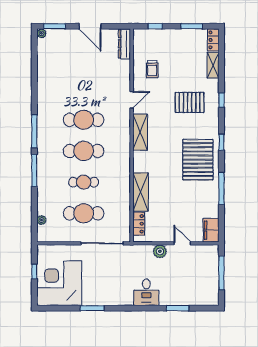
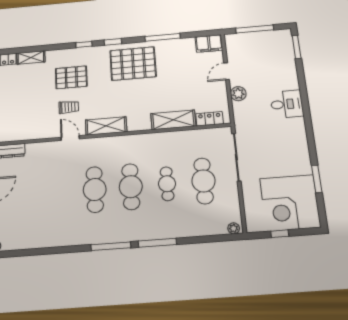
trolley: (152, 69) -> (69, 107), moved
window: (221, 100) -> (84, 44), moved
pallet: (190, 102) -> (71, 77), turned 90
plant: (42, 220) -> (234, 228), moved
window: (92, 308) -> (317, 179), moved
window: (178, 308) -> (297, 47), moved

